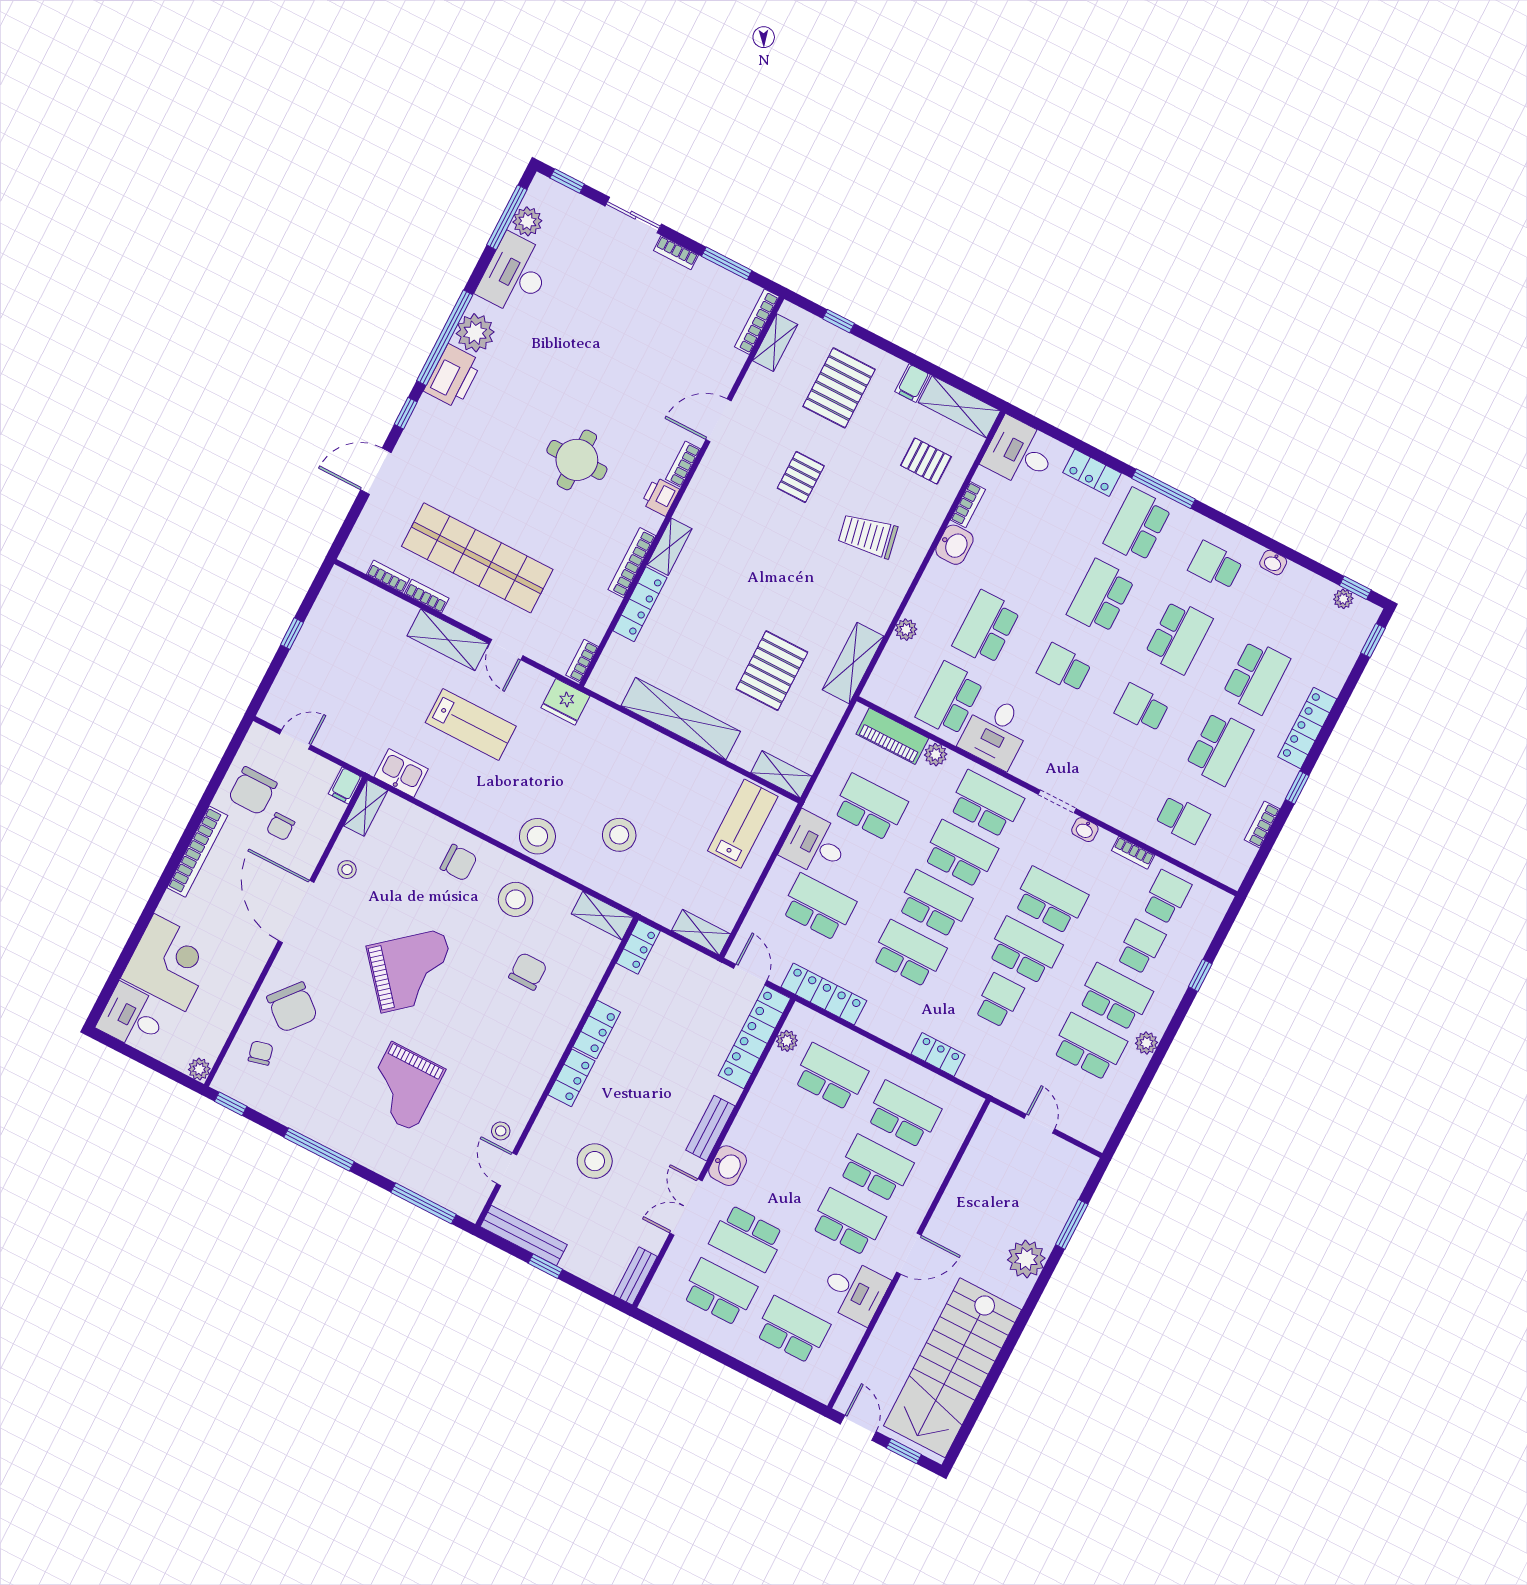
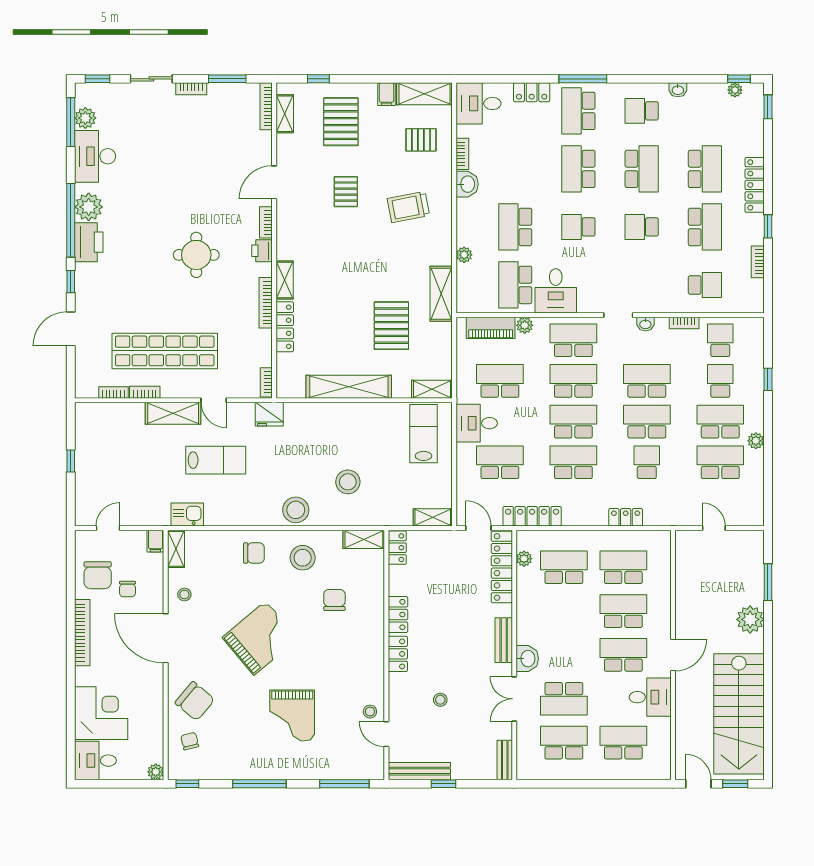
stool: (595, 1161) -> (440, 700), width x0.53, depth x0.53

